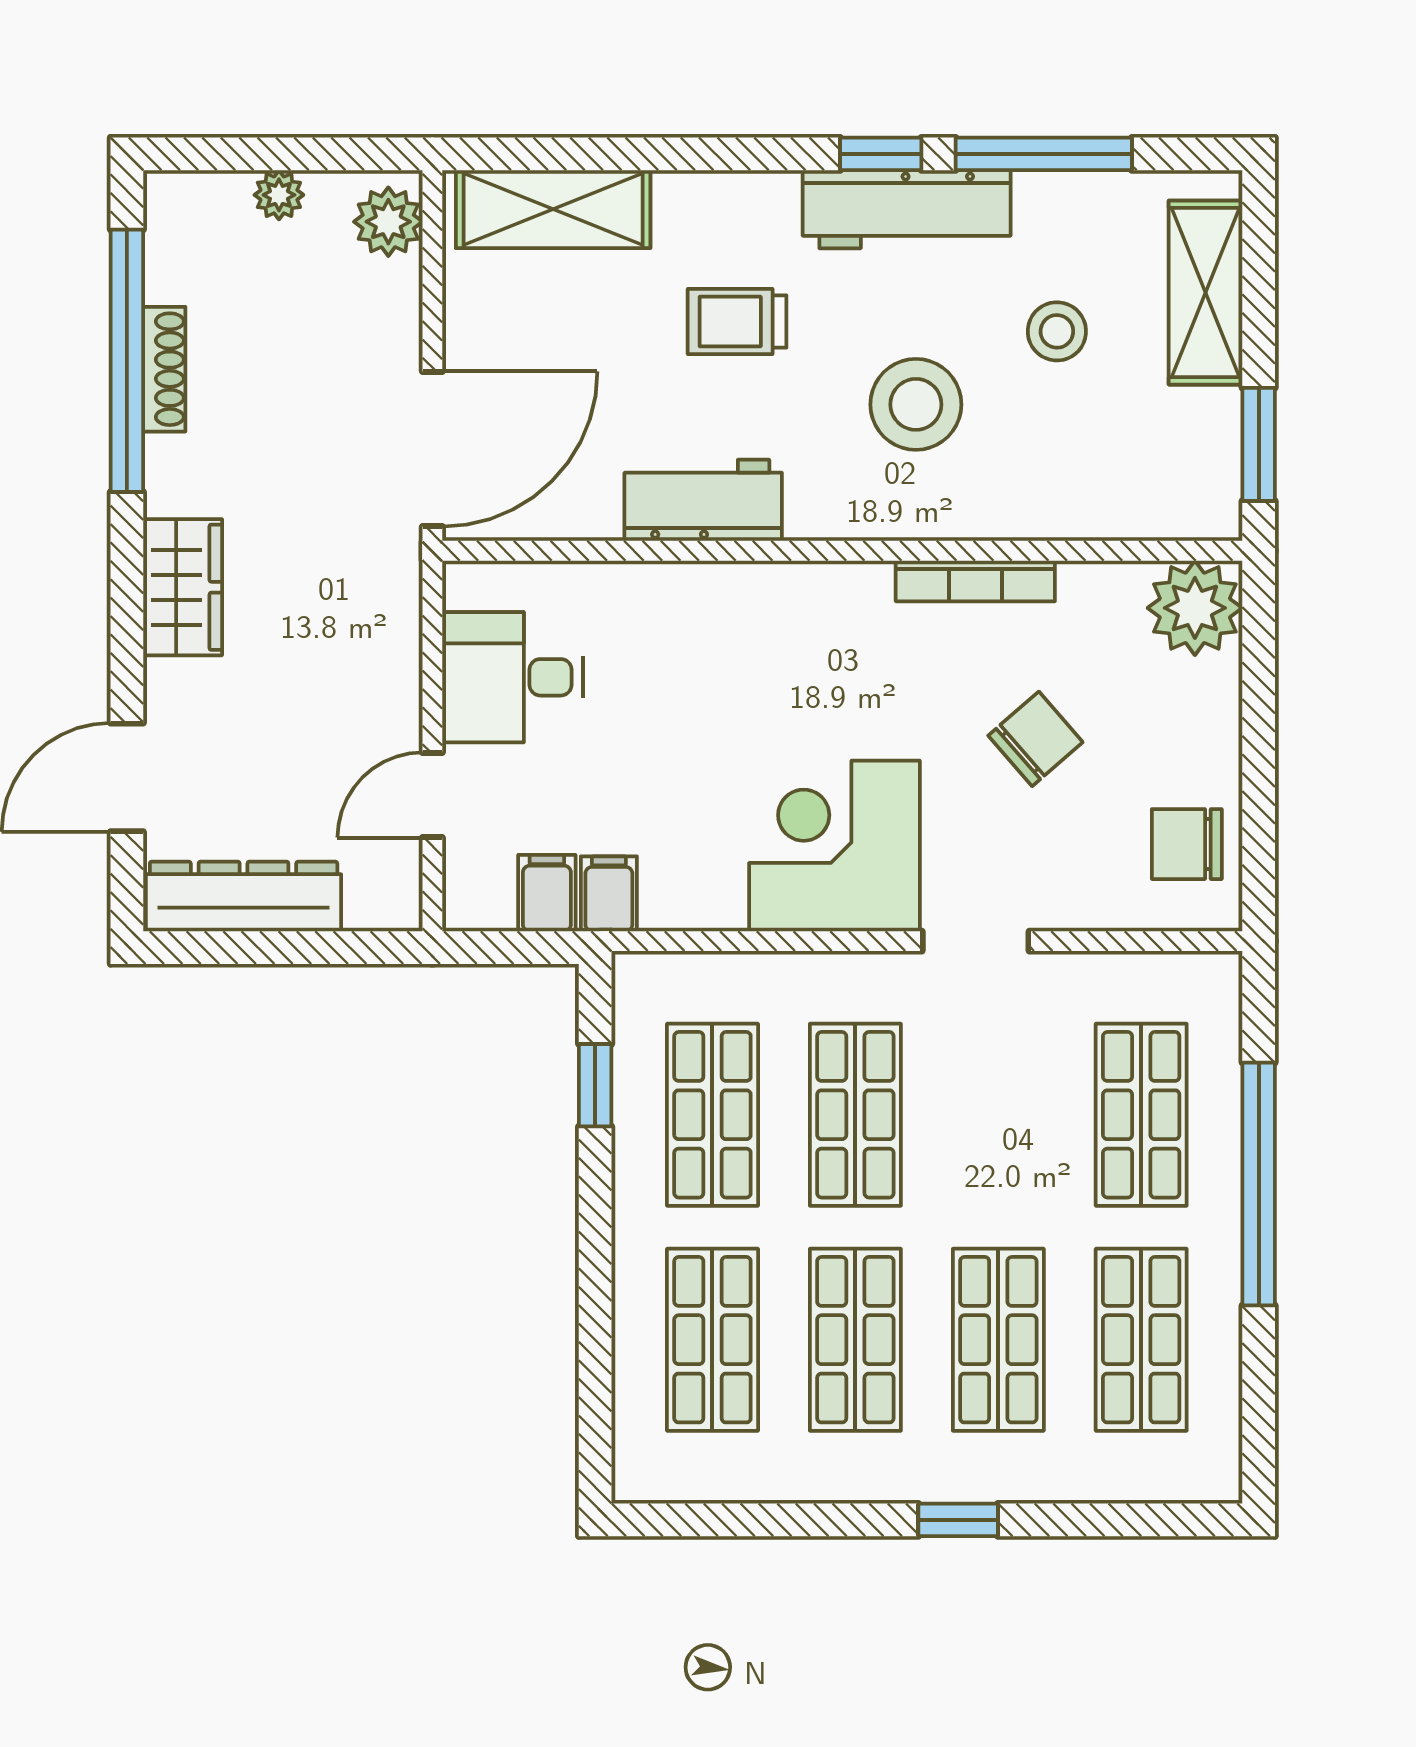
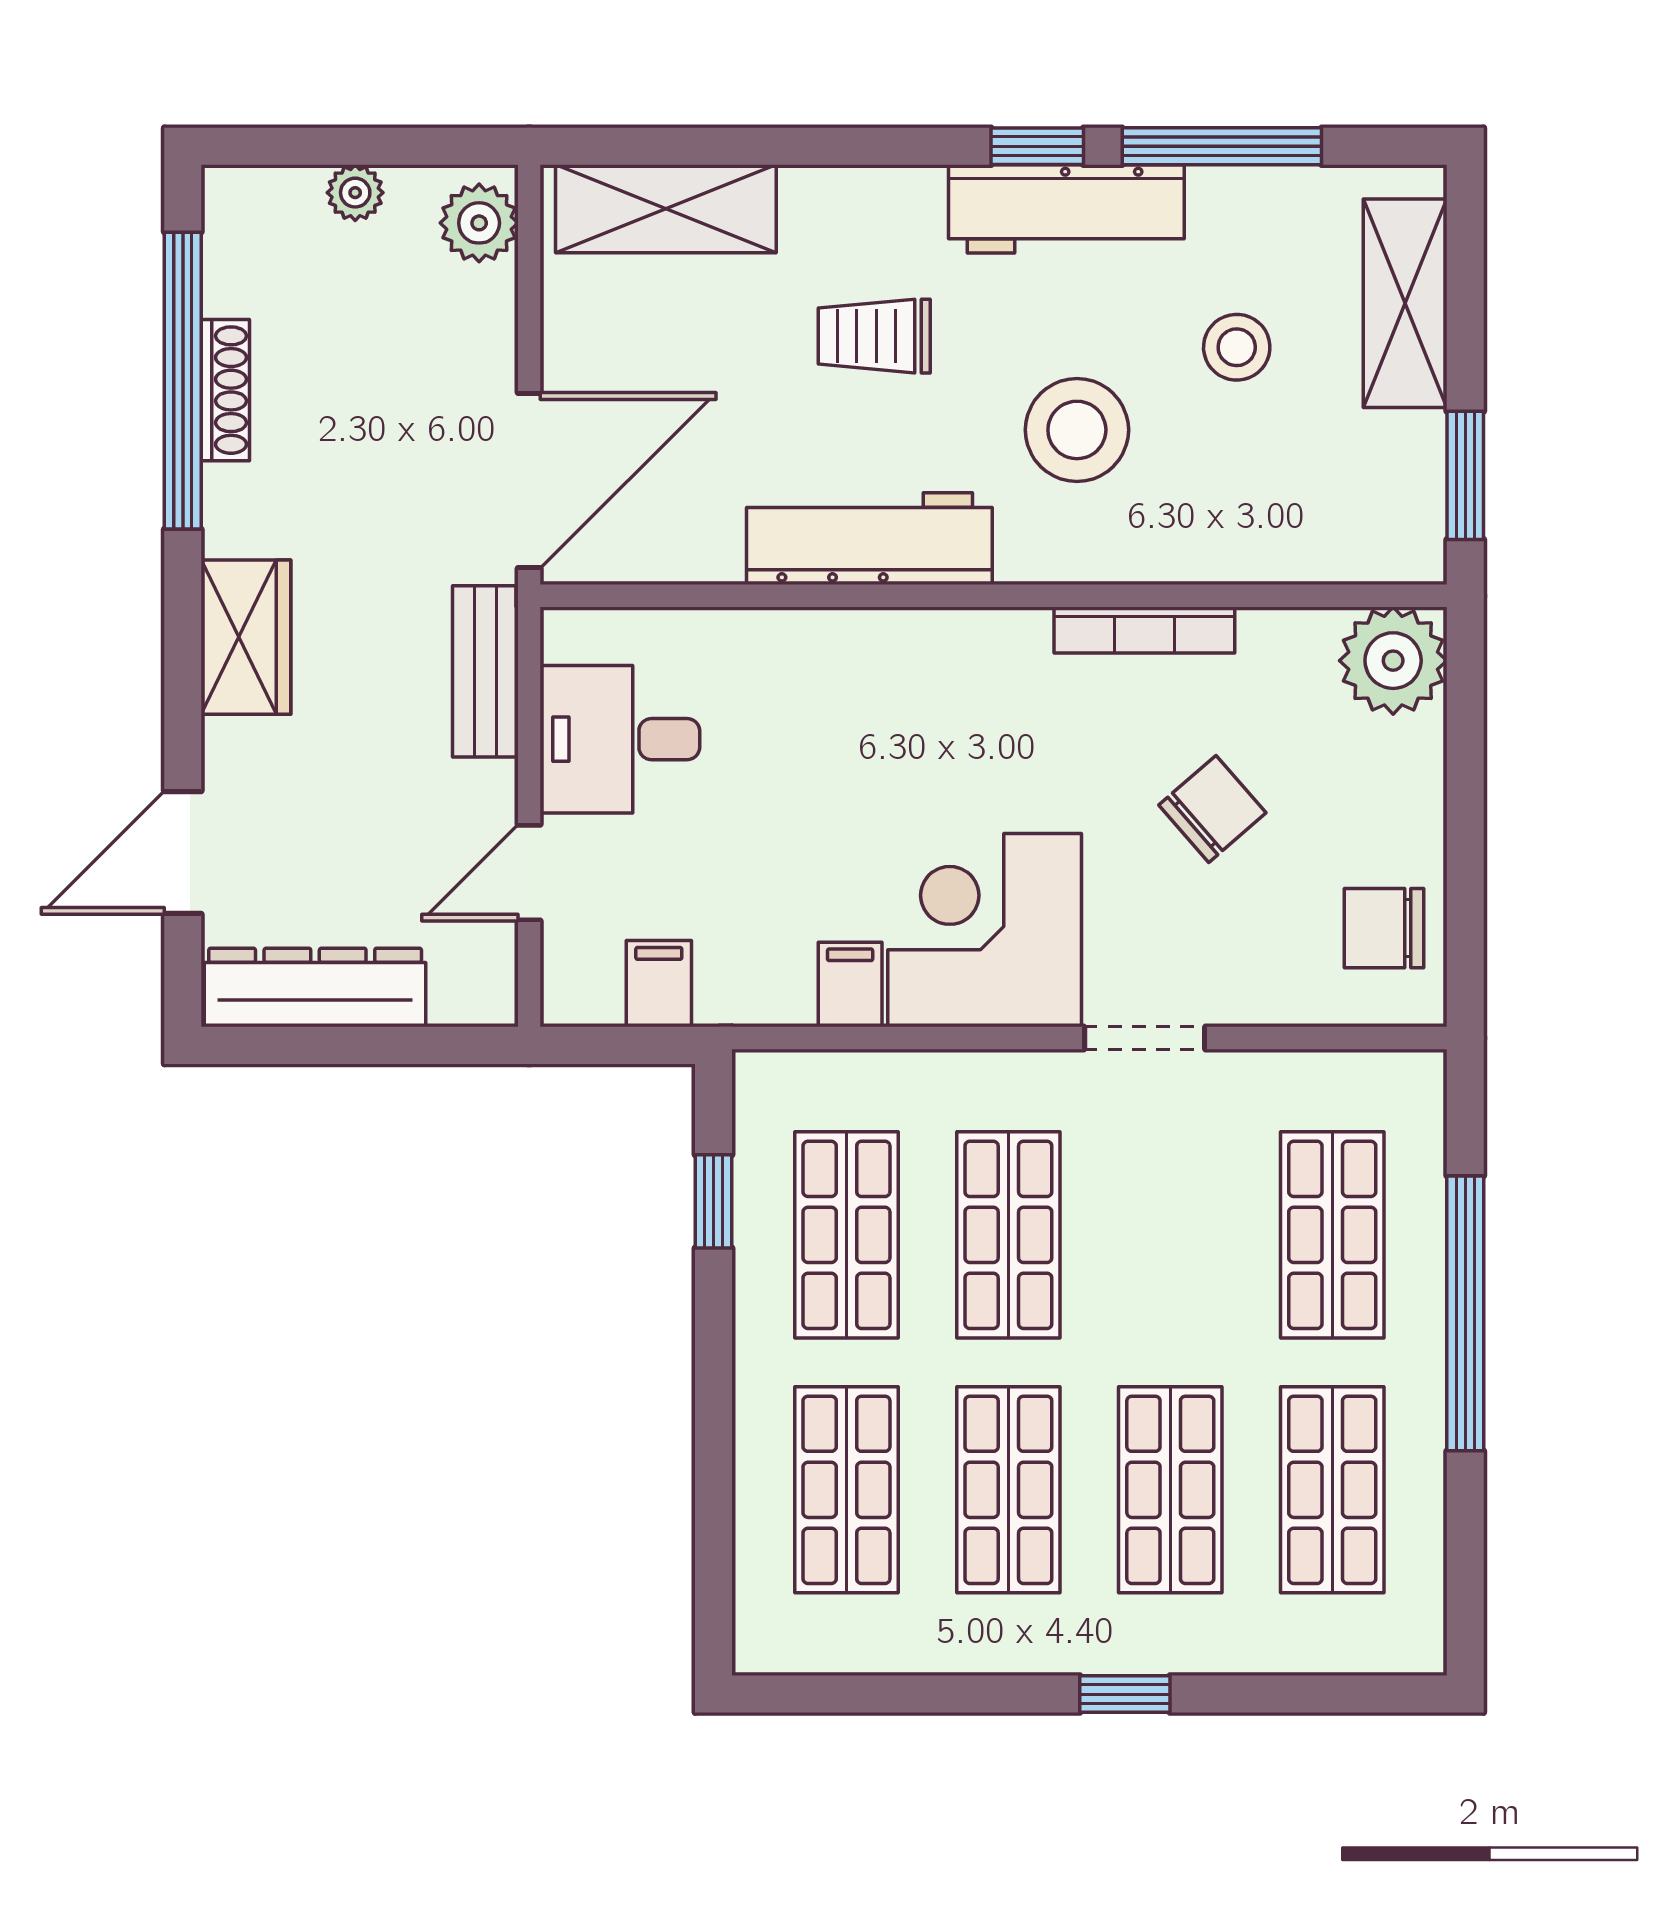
workbench: (703, 500) -> (869, 539), width x1.37
bench: (394, 617) -> (485, 671), added
filing cabinet: (609, 894) -> (850, 985), moved

